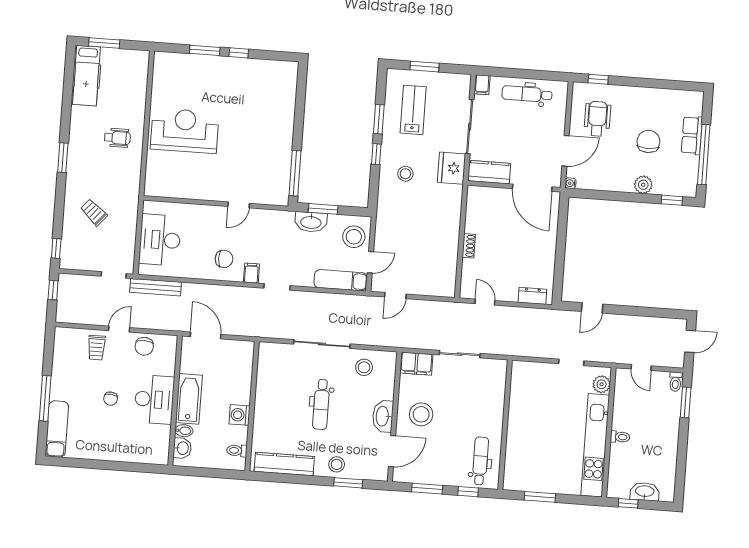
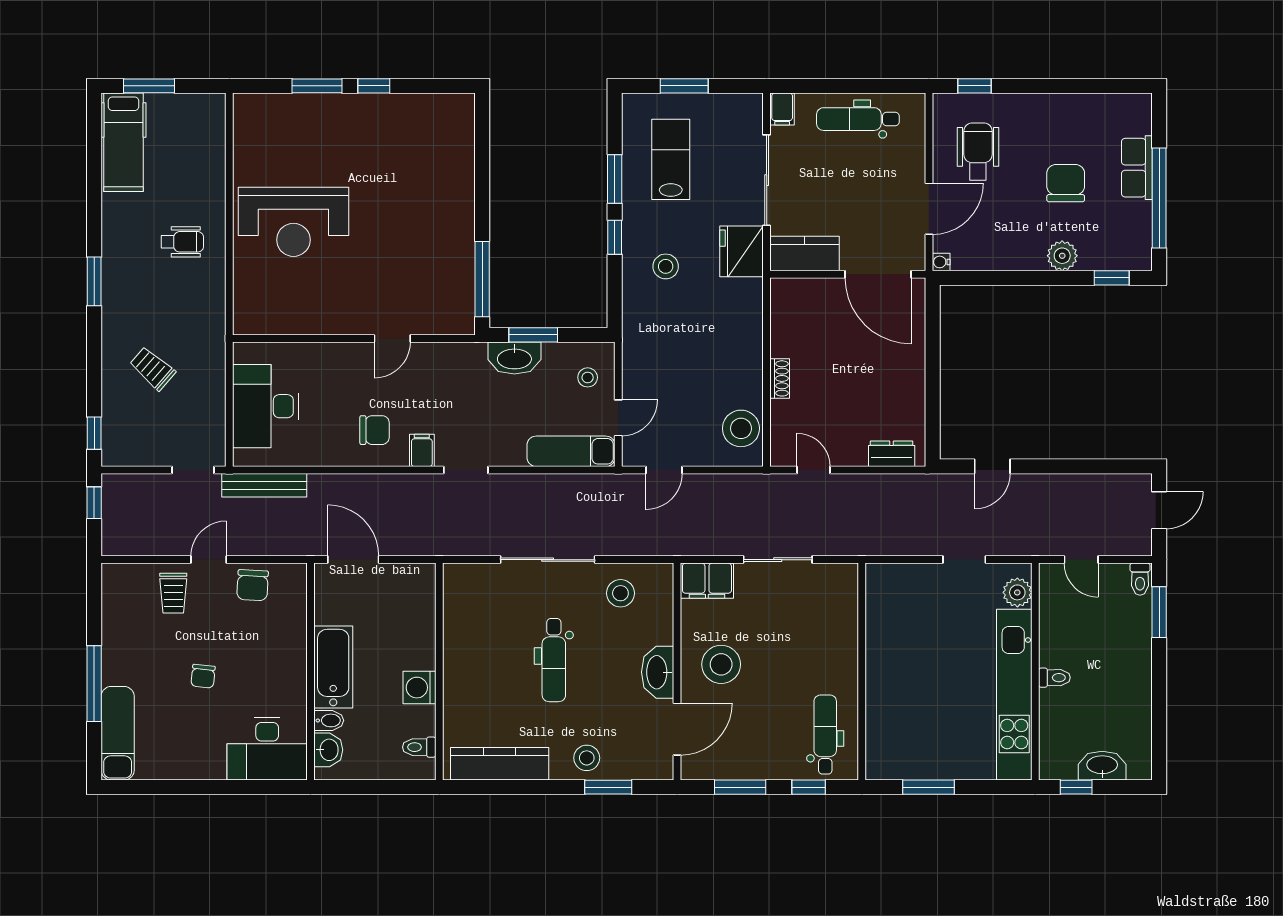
reception desk: (185, 131) -> (293, 222), turned 180
stool: (354, 237) -> (588, 377), width x0.53, depth x0.53
stool: (443, 274) -> (741, 428), added
desk: (154, 399) -> (267, 749), moved, turned 90

